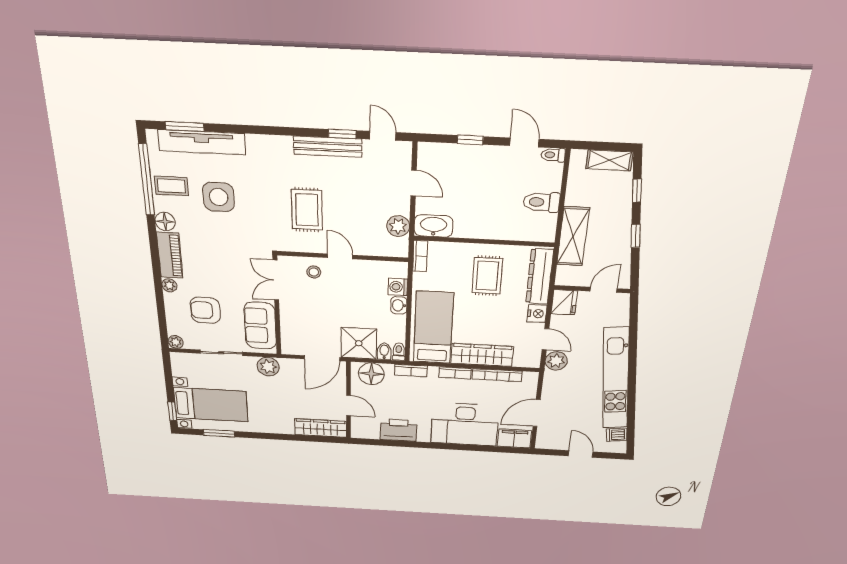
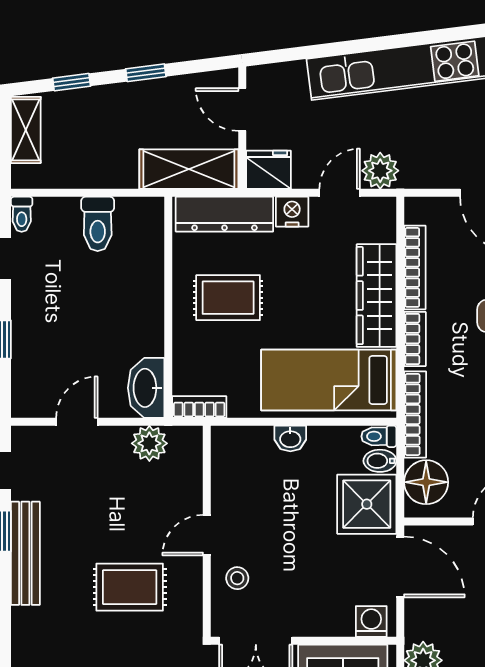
shelving: (573, 236) -> (189, 169), moved
washing machine: (398, 287) -> (371, 622), moved, turned 180
bookcase: (411, 371) -> (415, 414), width x1.56

